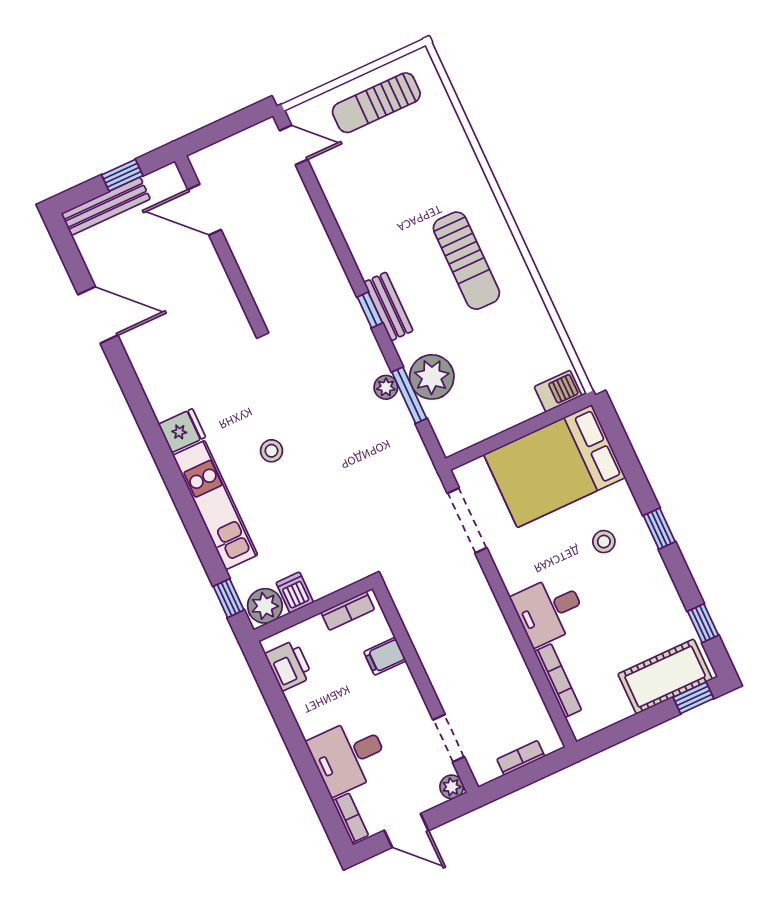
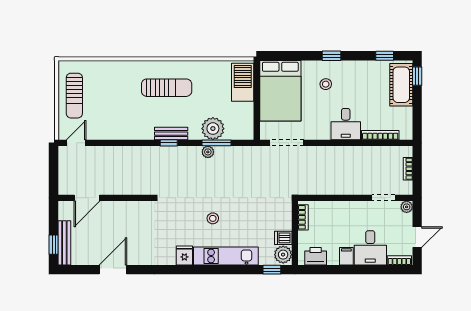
window: (122, 175) -> (54, 245), moved
barbecue: (558, 391) -> (243, 82), width x1.88, depth x1.53
filing cabinet: (385, 656) -> (346, 256), moved, turned 180

